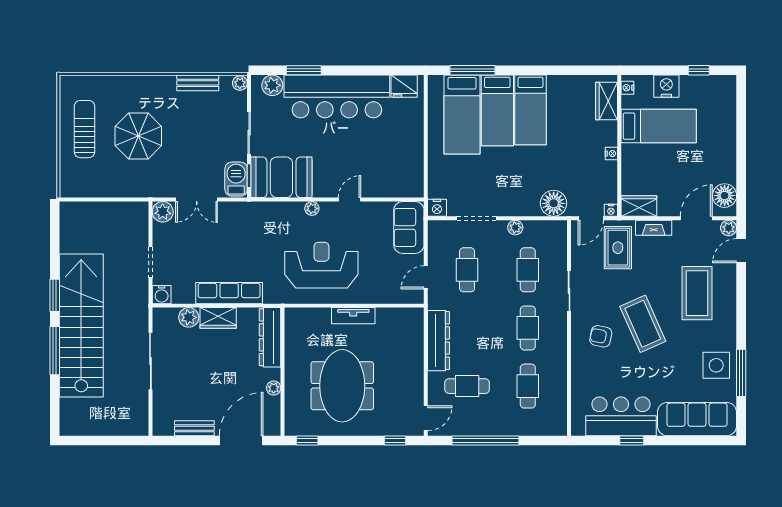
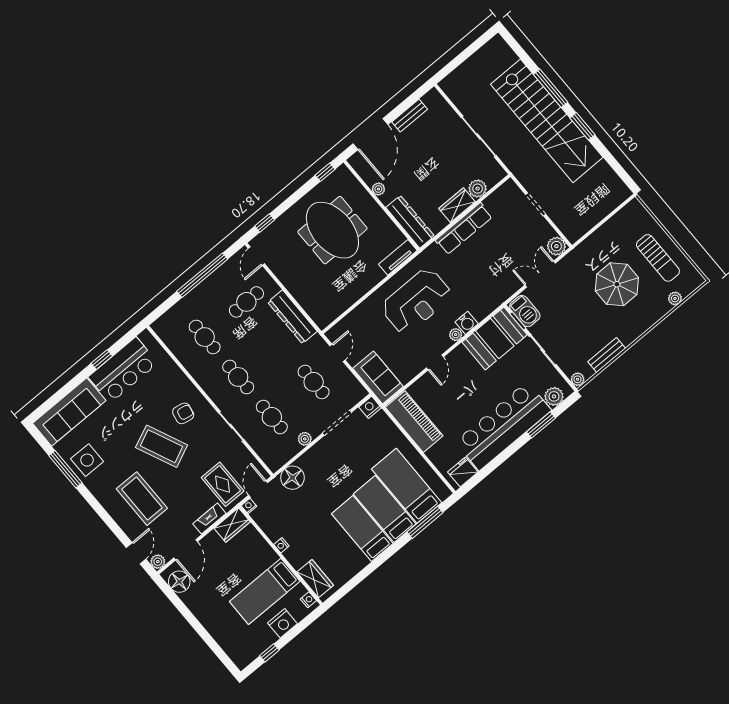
plant: (99, 82) -> (675, 298), added
piano: (410, 164) -> (414, 422), added
water cooler: (162, 295) -> (467, 323), moved, turned 180
tv unit: (353, 316) -> (398, 257), moved

